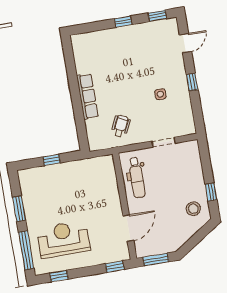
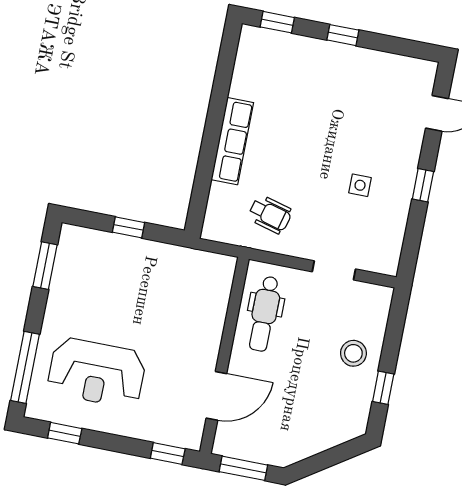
window: (157, 16) -> (277, 22), moved
wheelchair: (121, 126) -> (270, 214), turned 79
window: (19, 209) -> (45, 266), moved
stool: (193, 209) -> (353, 353), moved
reception desk: (63, 239) -> (97, 373), turned 180

